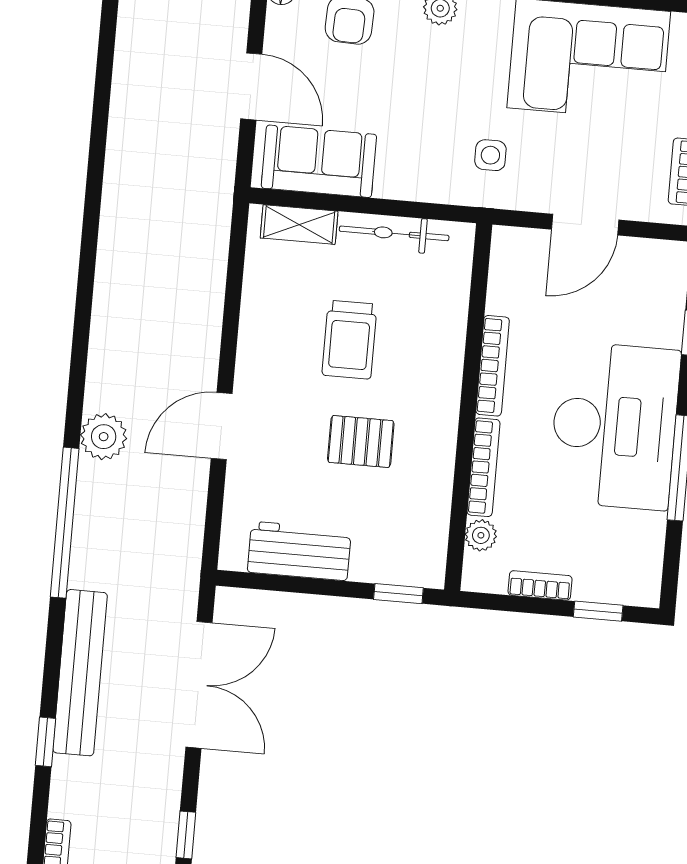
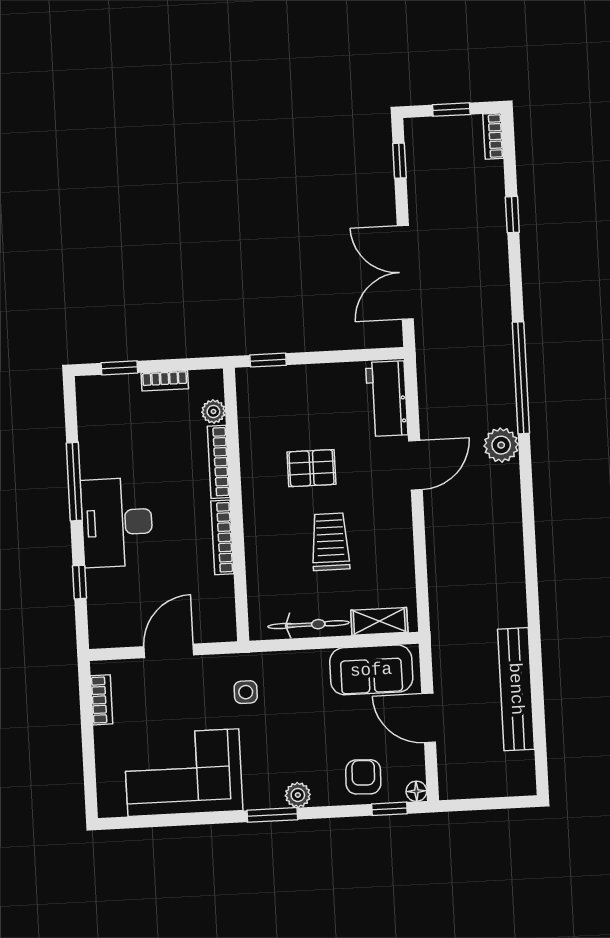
desk: (614, 426) -> (117, 522), width x0.73, depth x0.77
workbench: (299, 551) -> (387, 399), moved, turned 90
bench: (80, 673) -> (516, 689), moved

